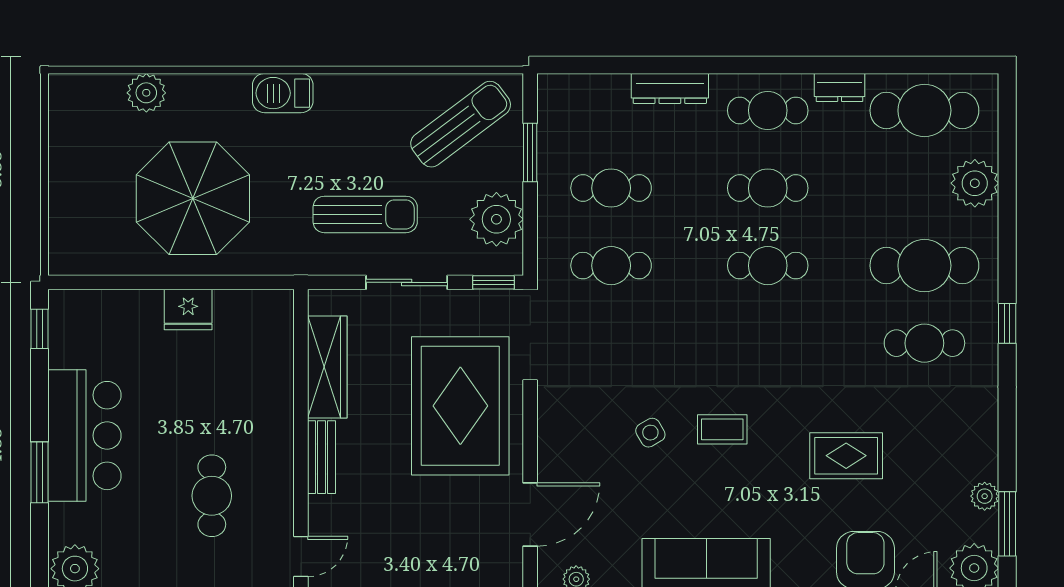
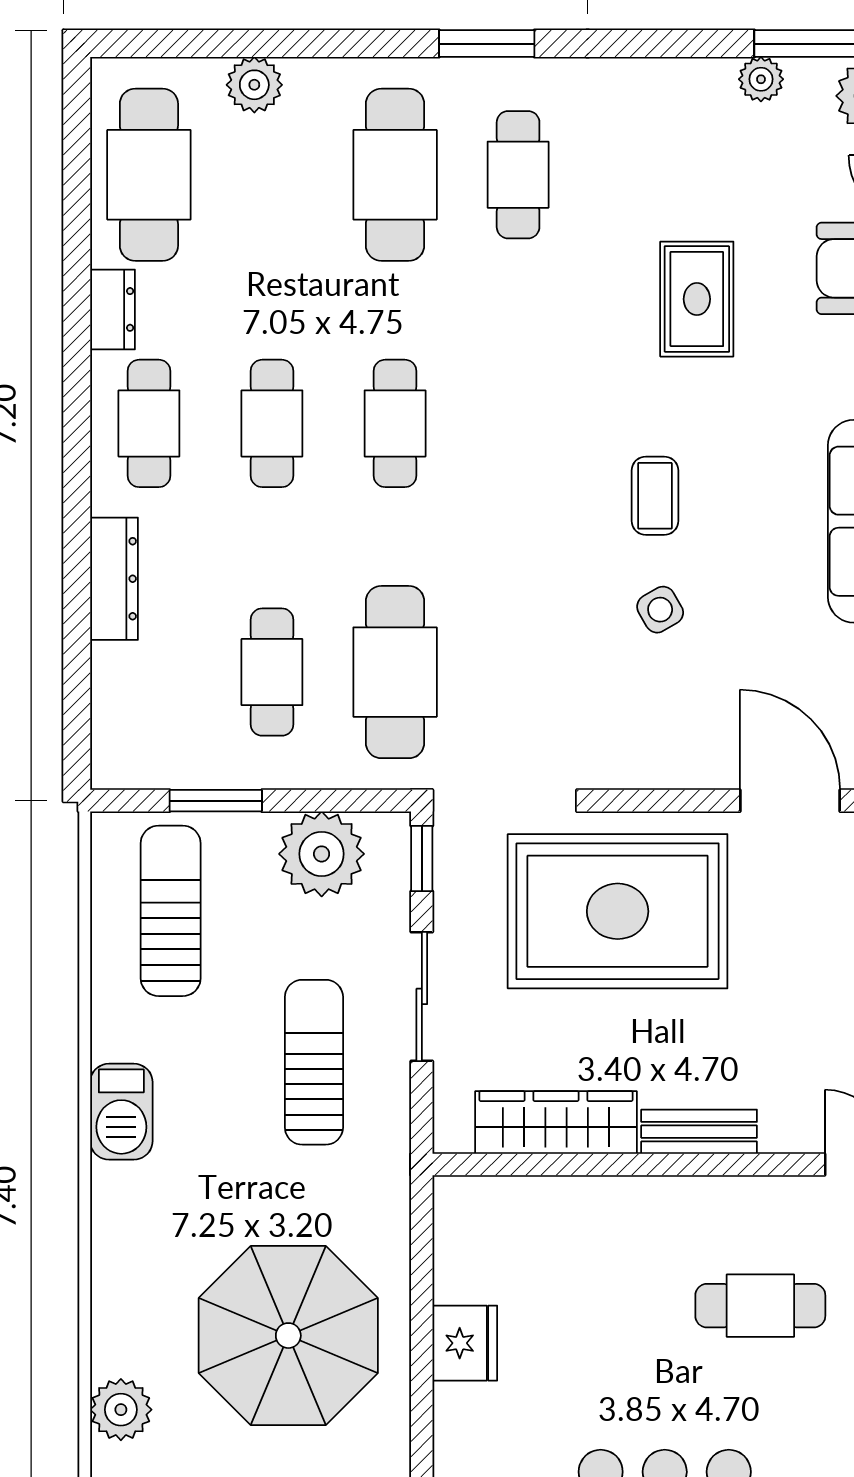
barbecue: (283, 93) -> (121, 1112), moved
sun lounger: (461, 124) -> (171, 911), turned 37
plant: (975, 183) -> (254, 85), width x0.73, depth x0.73
cafe table: (611, 266) -> (395, 672), width x1.37, depth x1.35
window: (1007, 323) -> (487, 44), width x1.50

